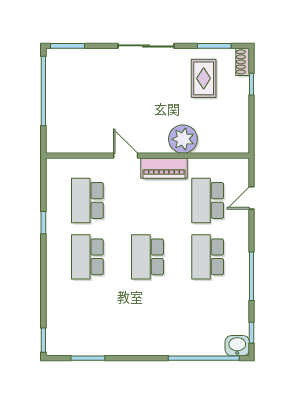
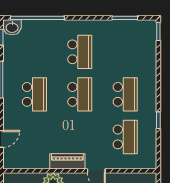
school desk: (208, 200) -> (80, 52), moved

